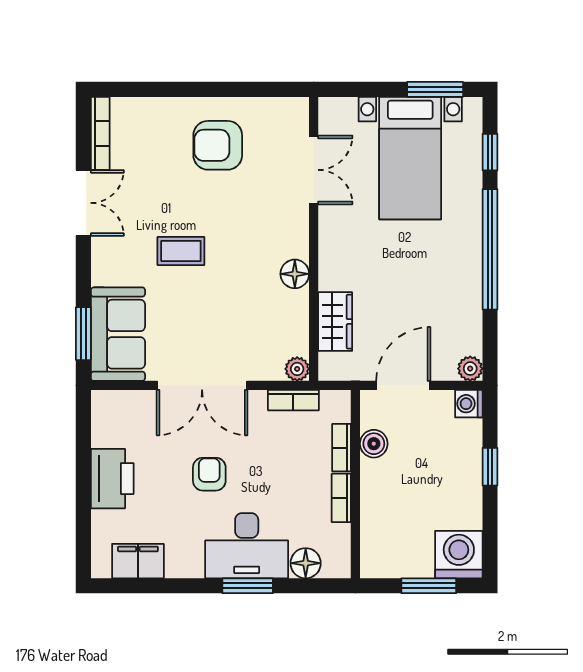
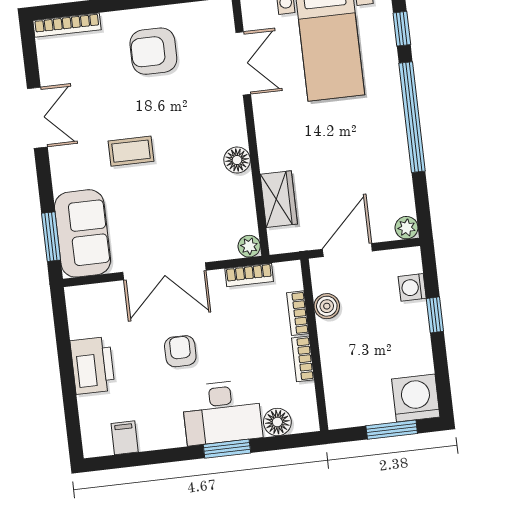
bookcase: (100, 133) -> (67, 25), moved, turned 90
washing machine: (469, 404) -> (412, 287), moved
filing cabinet: (138, 561) -> (125, 438), width x0.50

